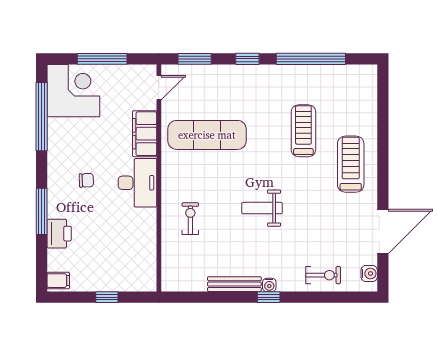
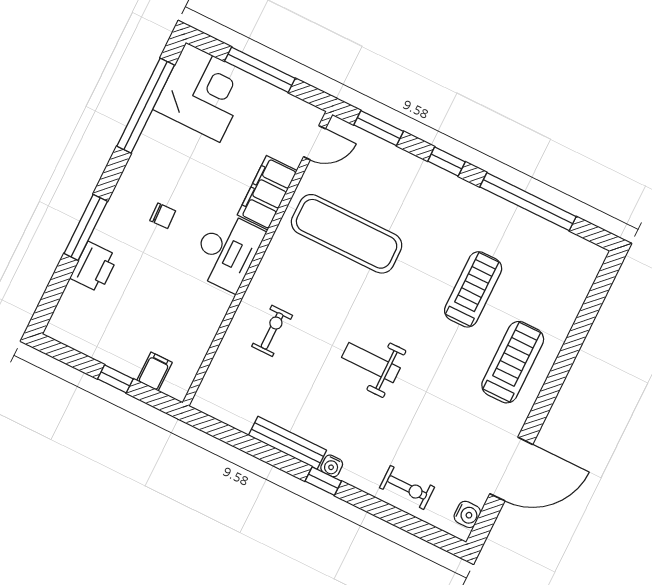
filing cabinet: (58, 281) -> (155, 372), moved, turned -90

